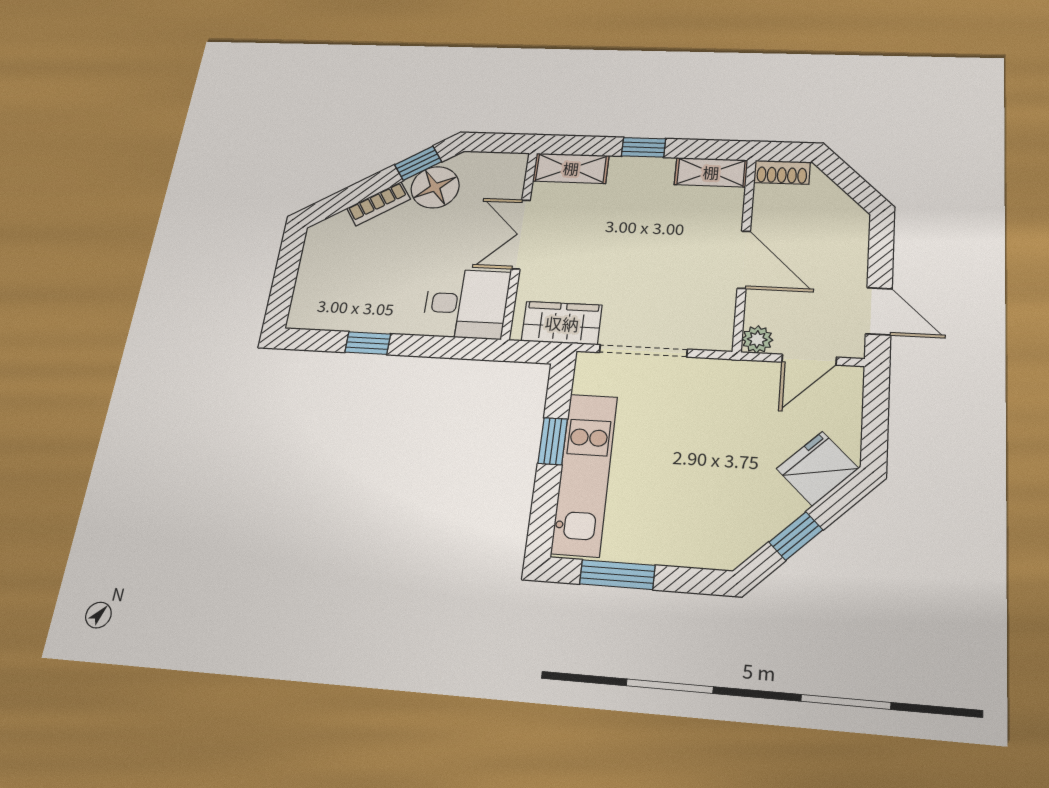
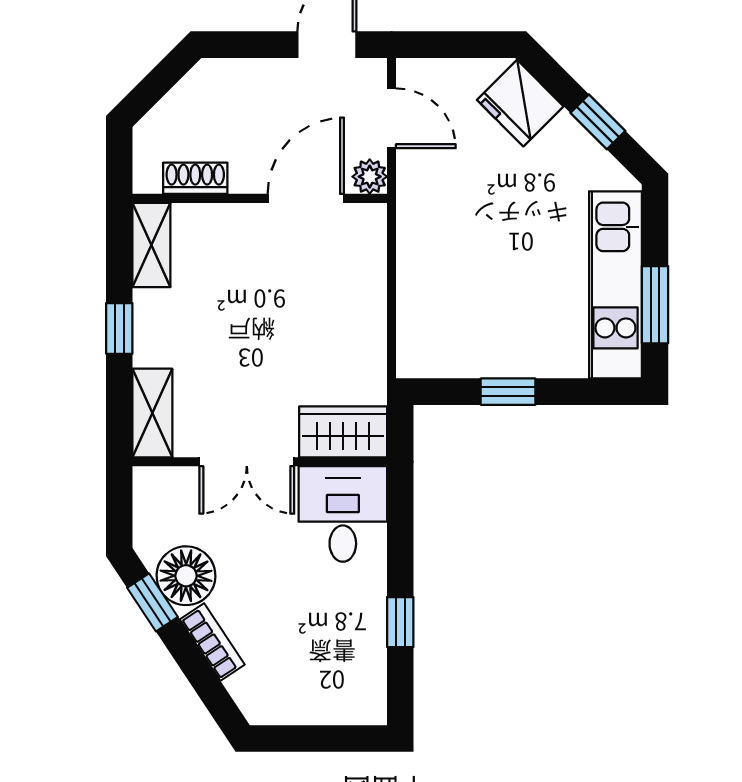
shoe rack: (782, 172) -> (195, 178), moved, turned -90
door: (744, 260) -> (306, 198), moved
wardrobe: (562, 323) -> (343, 432), moved, turned 90
doorway: (643, 351) -> (391, 303), removed
kitchen unit: (585, 474) -> (615, 285), moved, turned -90

